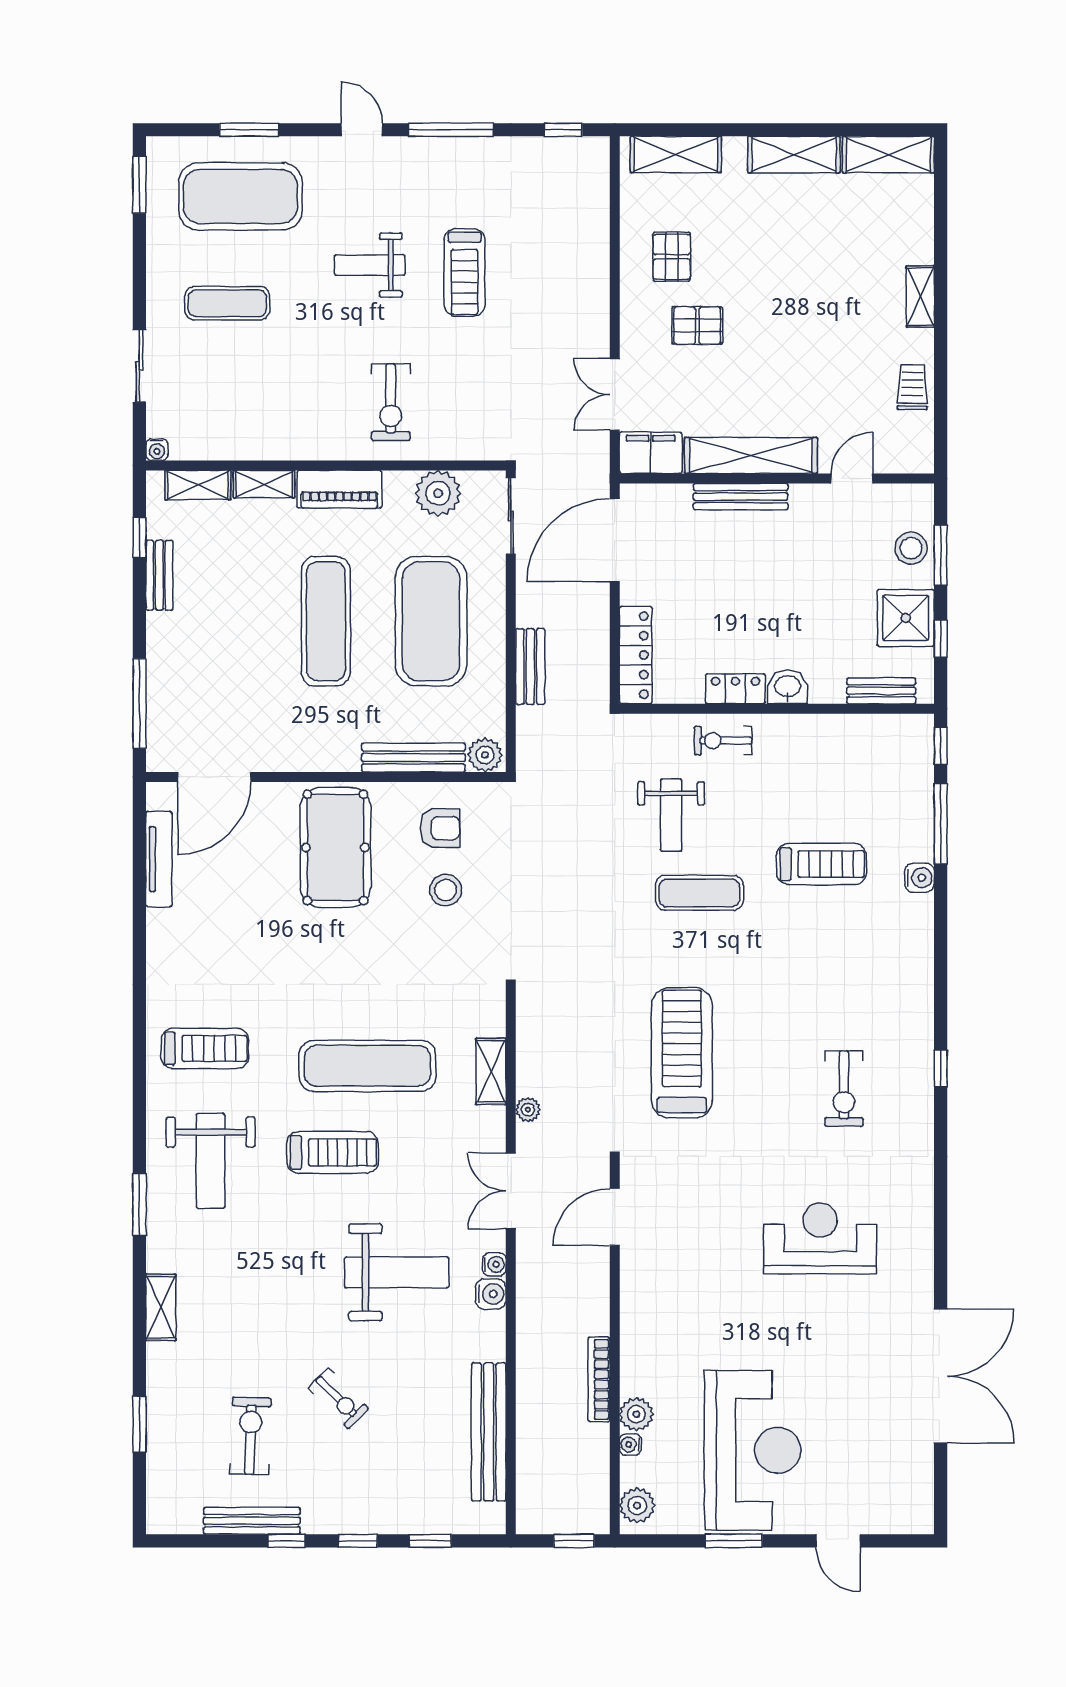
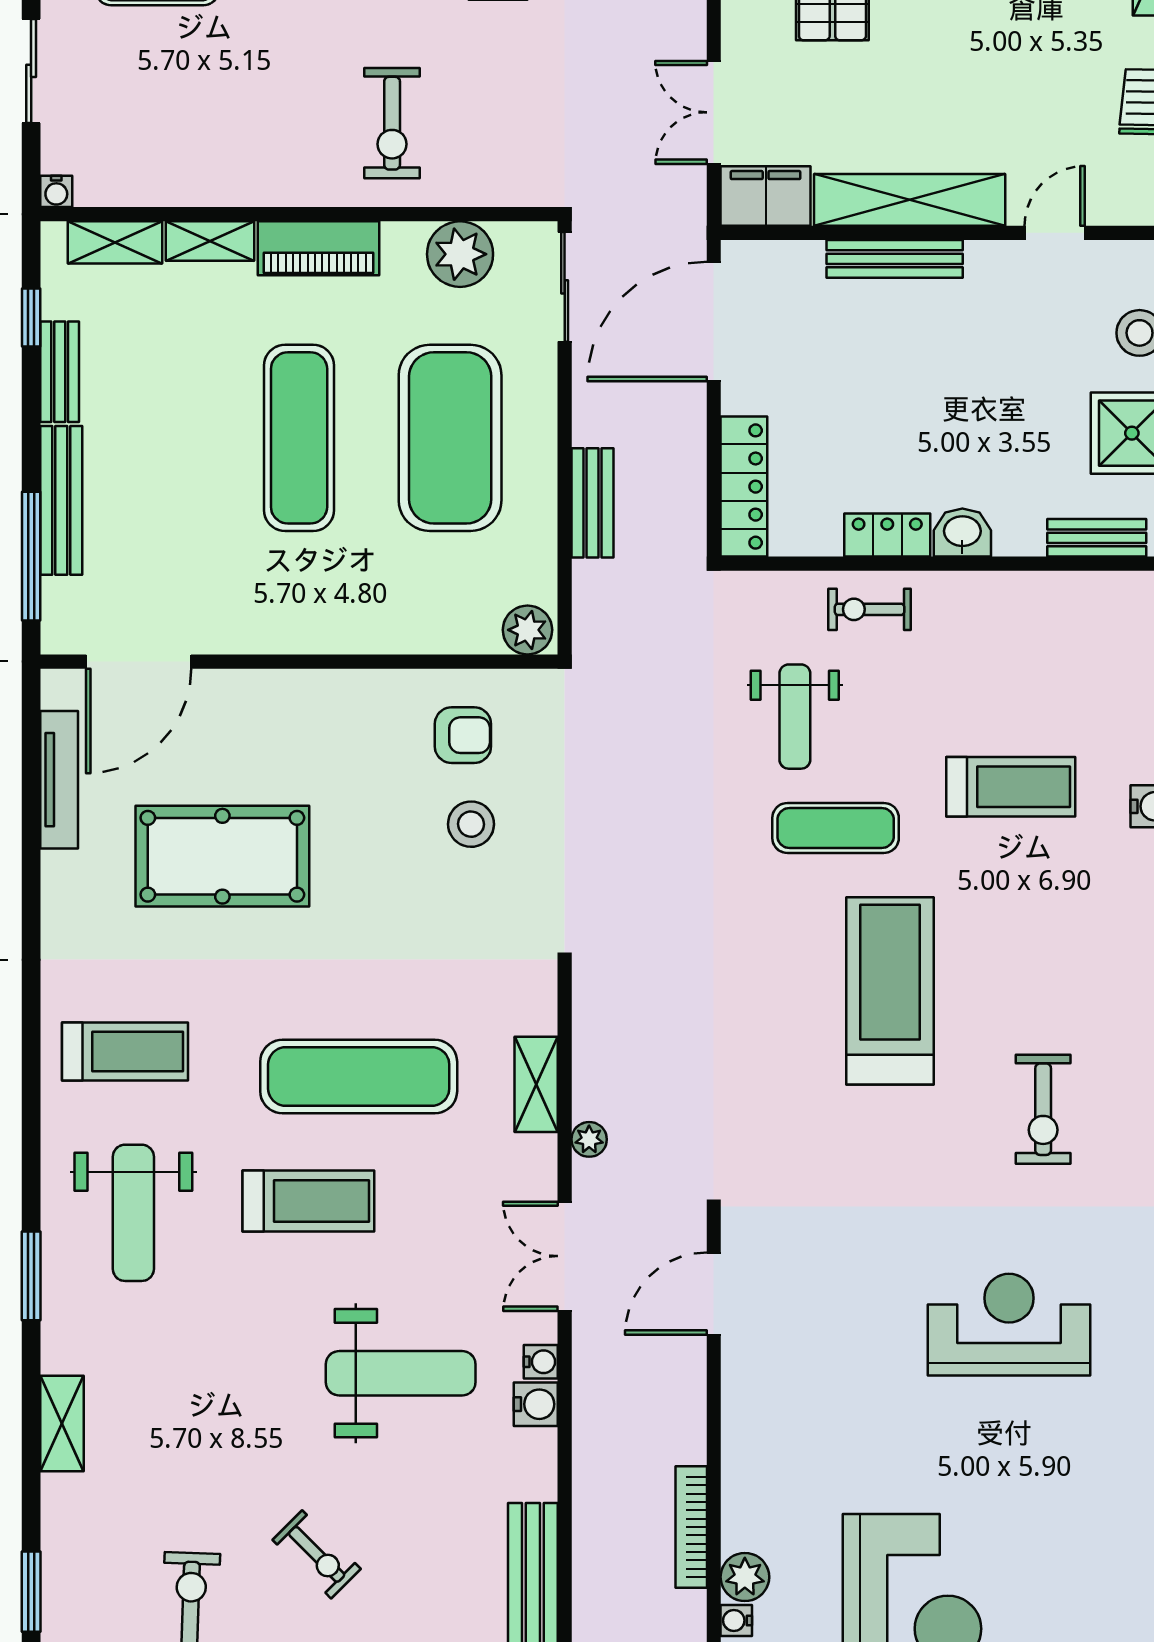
bench: (413, 758) -> (61, 500), moved, turned 90
pool table: (335, 847) -> (222, 856), moved, turned 90
treadmill: (682, 1053) -> (890, 991), moved

